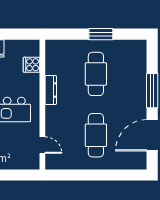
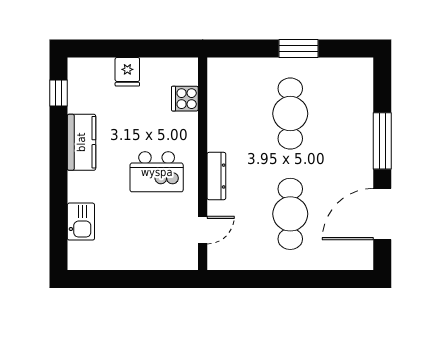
dresser: (51, 90) -> (216, 176), moved
door: (42, 145) -> (203, 230), hinge flipped

